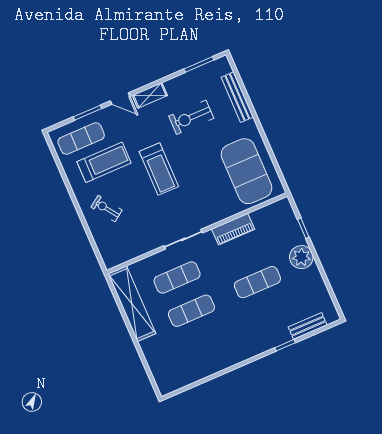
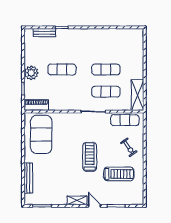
exercise bike: (191, 117) -> (59, 178), removed
exercise mat: (81, 138) -> (125, 120), moved
treadmill: (104, 162) -> (119, 174), turned 180
piano: (233, 229) -> (36, 105), moved
shelving: (132, 304) -> (138, 95), width x0.68

